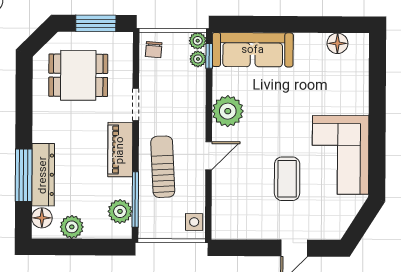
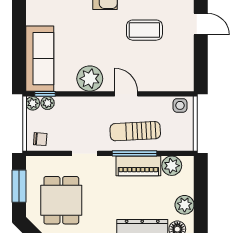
piano: (120, 150) -> (138, 166), moved
window: (135, 199) -> (135, 153), moved

